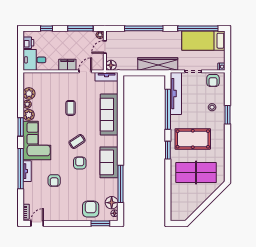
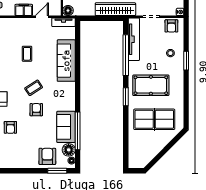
sofa: (109, 162) -> (66, 127), moved

